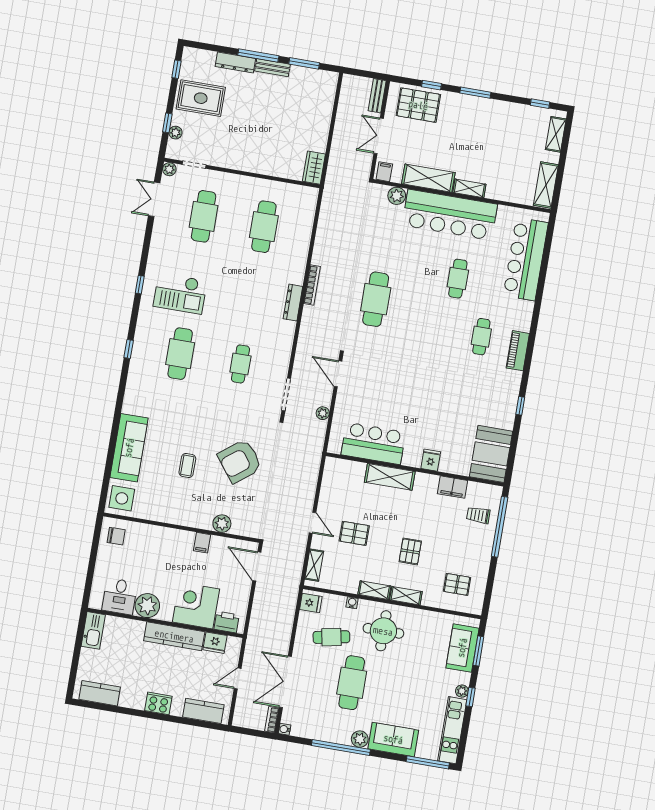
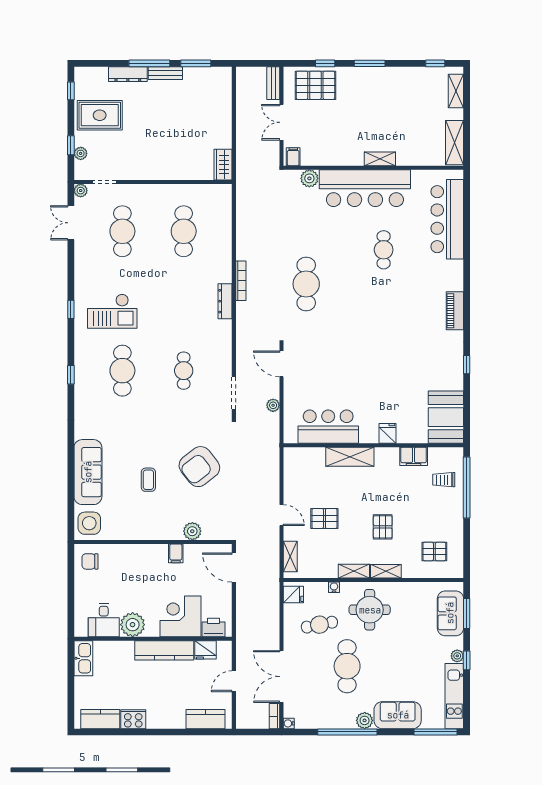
shelving: (428, 178) -> (338, 156), removed
cafe table: (481, 337) -> (417, 303), removed
chair: (116, 536) -> (90, 561), turned 180
cooker: (158, 703) -> (133, 719), moved

